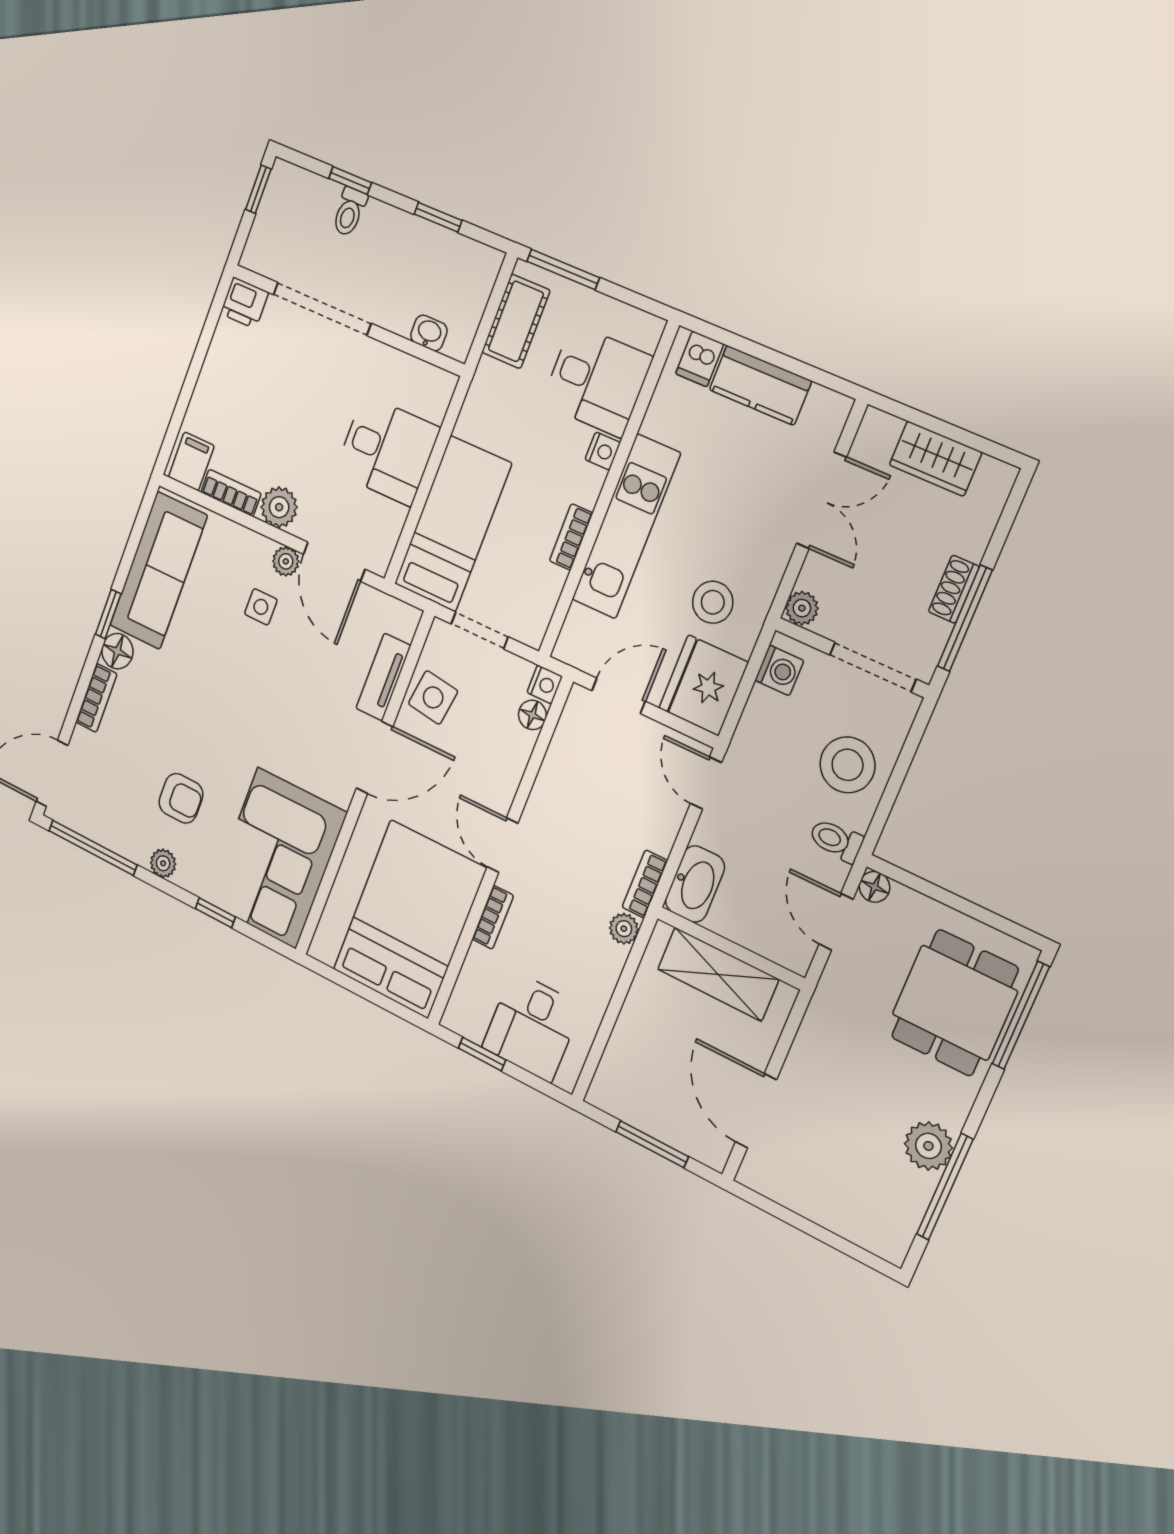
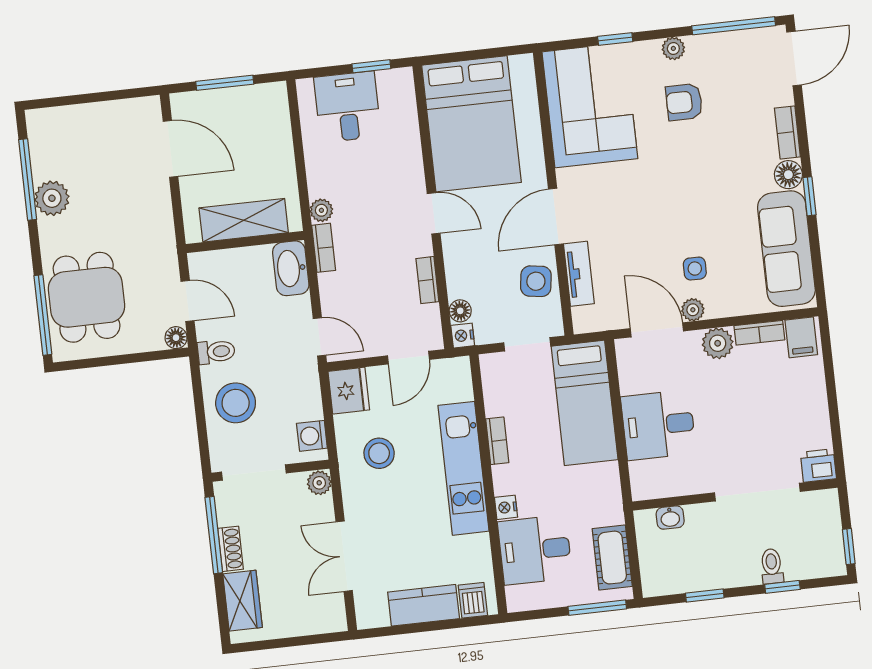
wardrobe: (935, 459) -> (243, 601), moved, turned 90
fridge: (703, 685) -> (349, 391), width x0.73, depth x0.75
bookcase: (493, 917) -> (427, 280), moved

